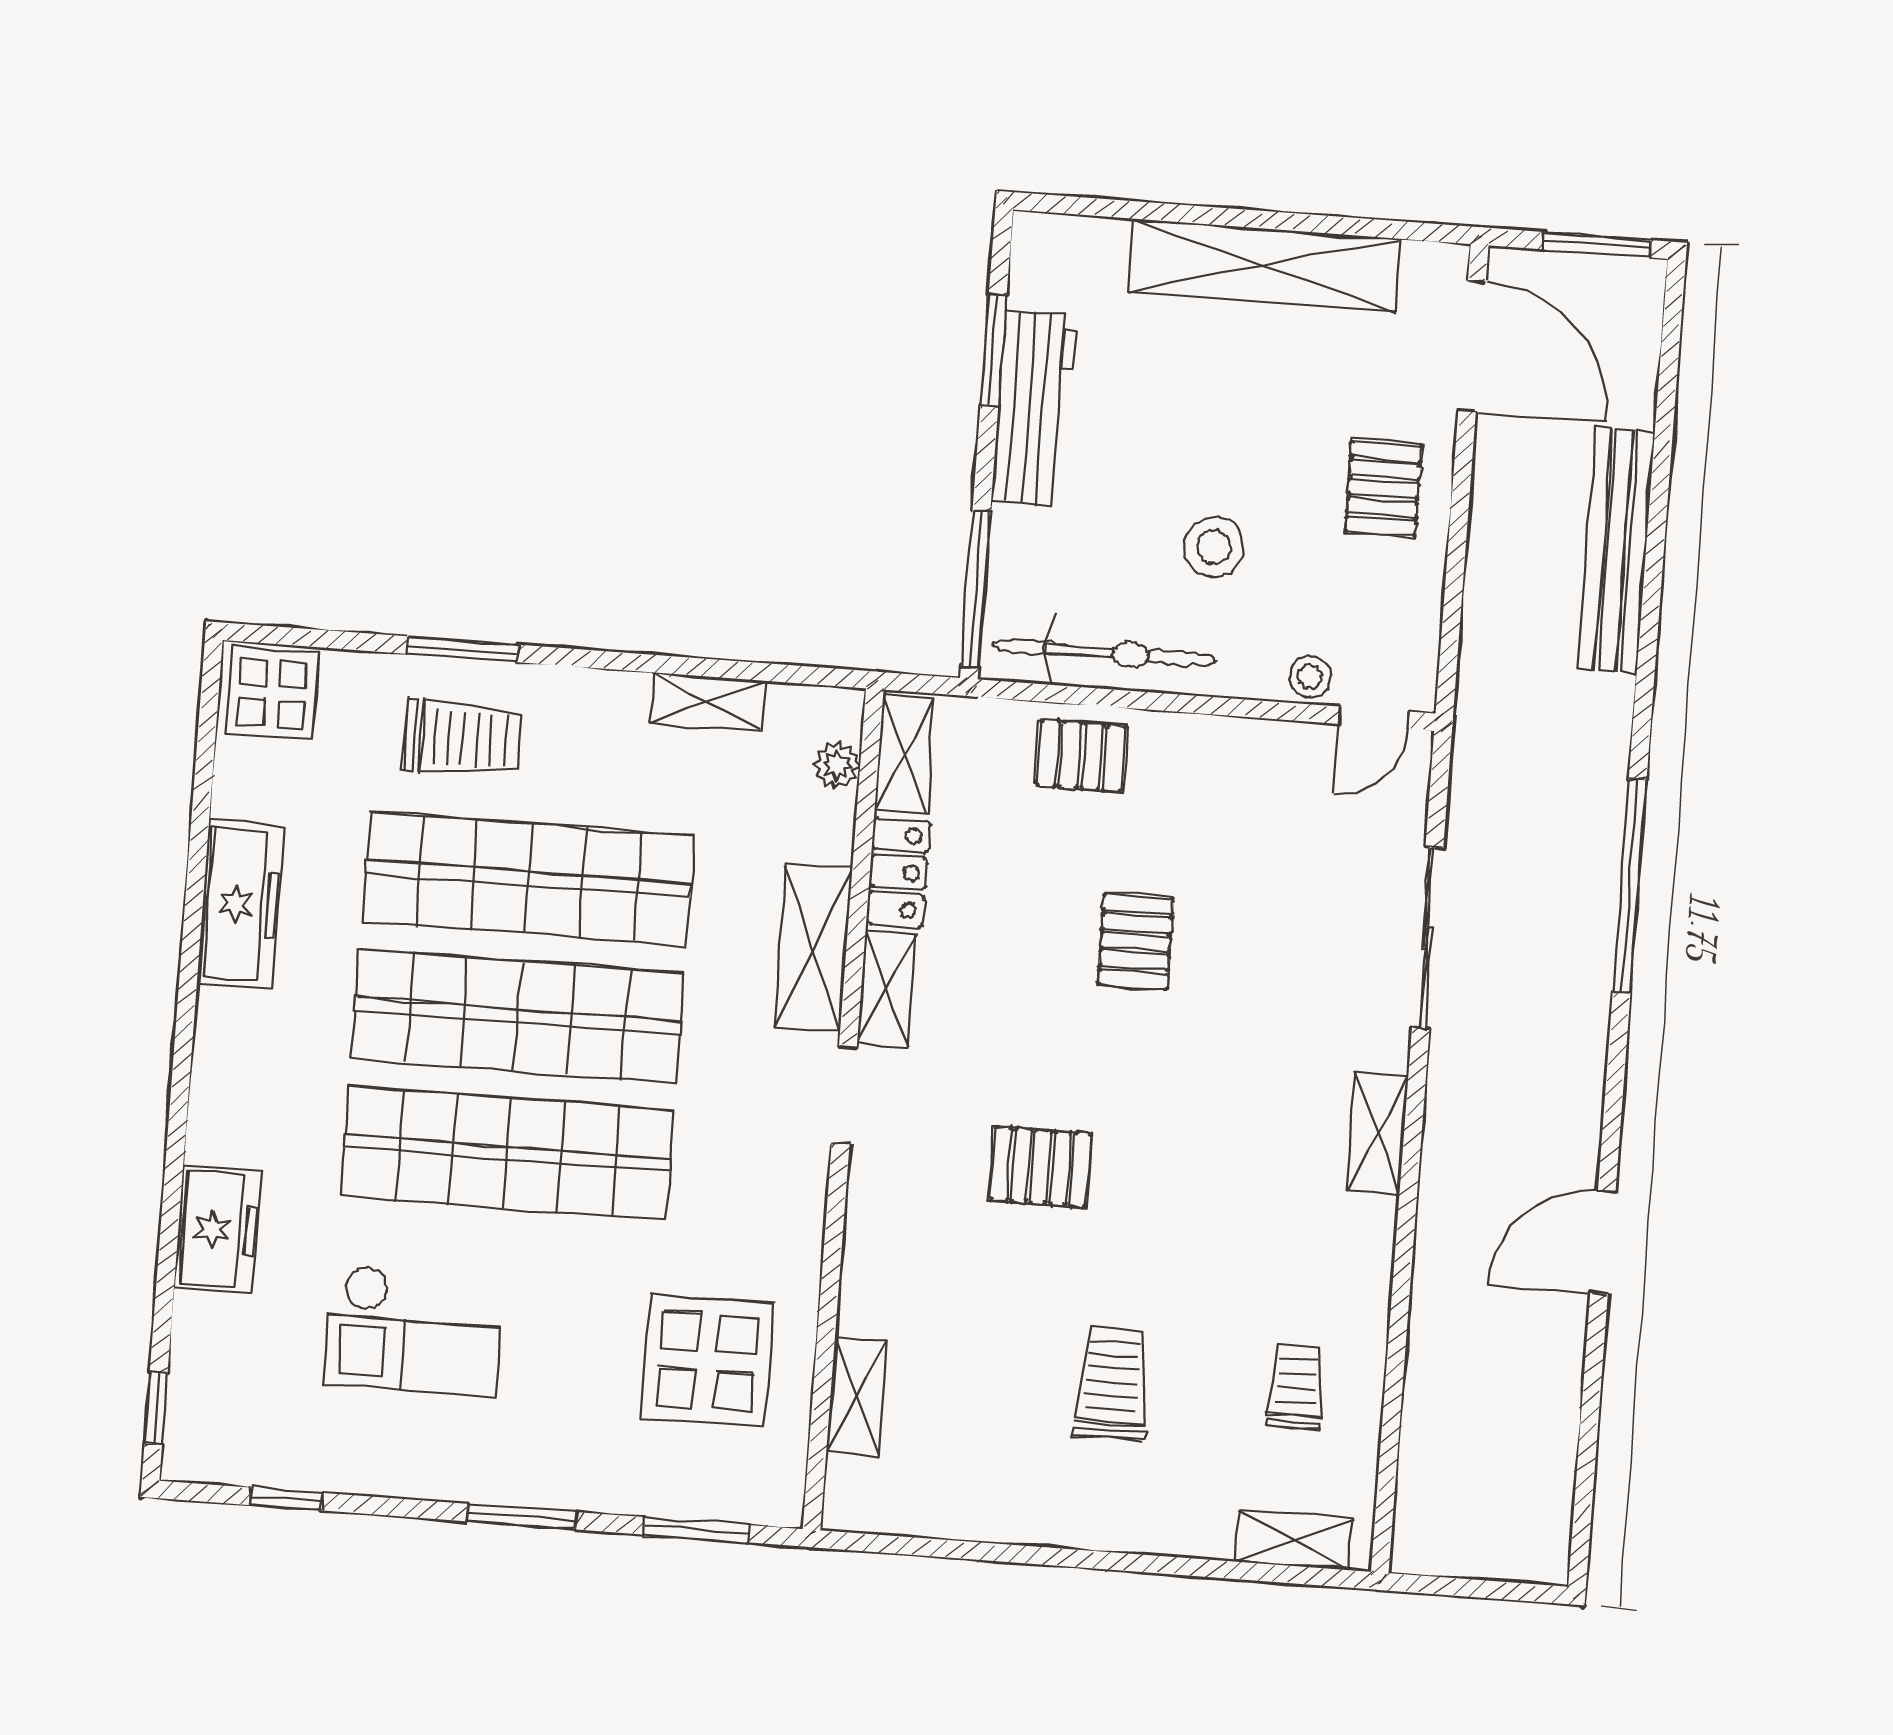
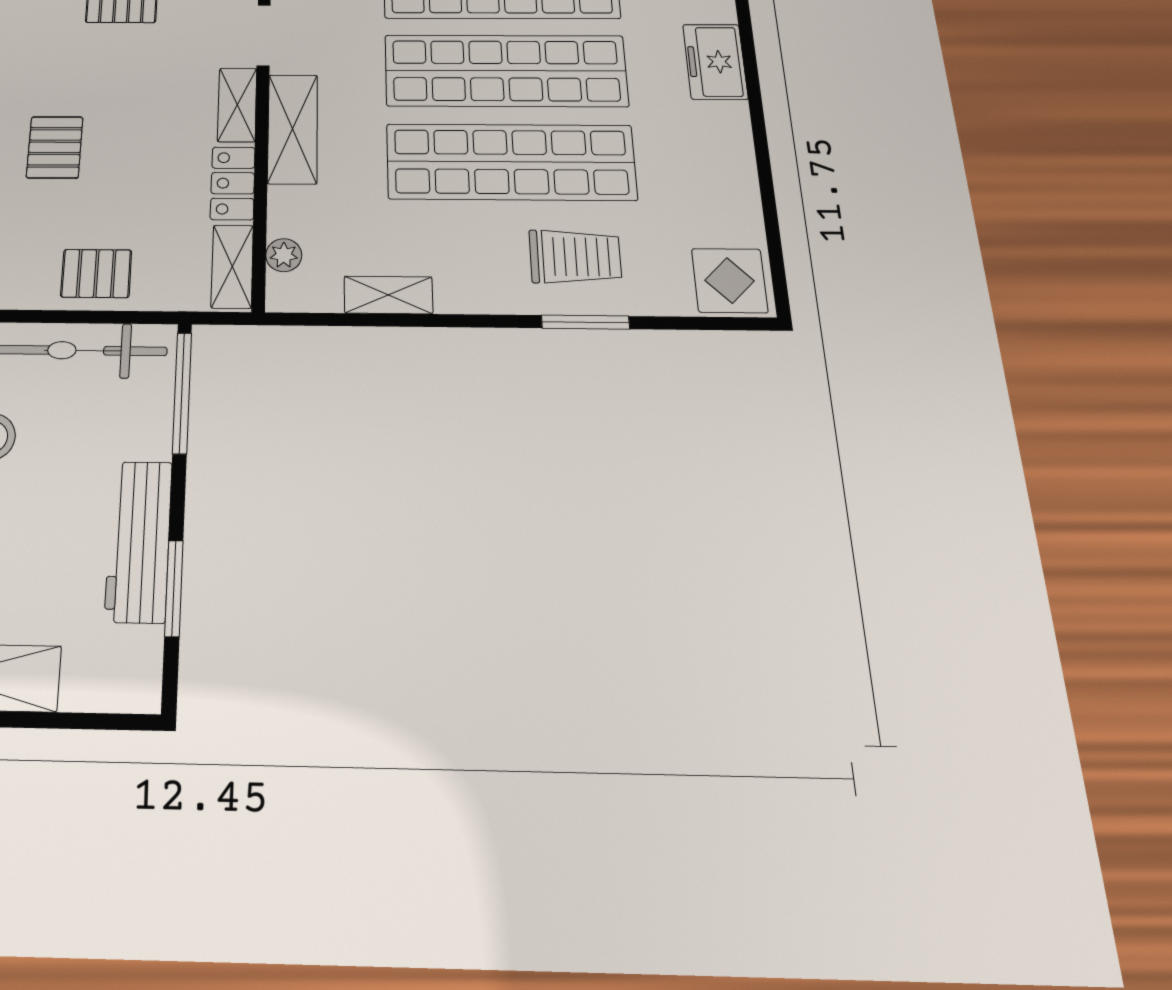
trolley: (462, 738) -> (575, 257), turned 180
freezer: (241, 904) -> (715, 62), moved, width x0.71

